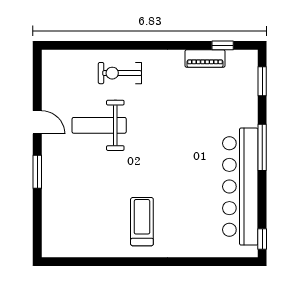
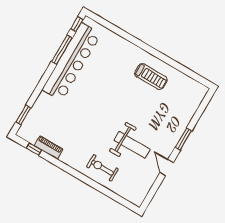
exercise bike: (120, 73) -> (102, 168), turned 180
window: (262, 147) -> (62, 50), moved
treadmill: (142, 222) -> (151, 77), moved, turned -90

